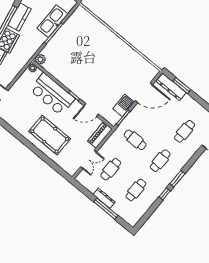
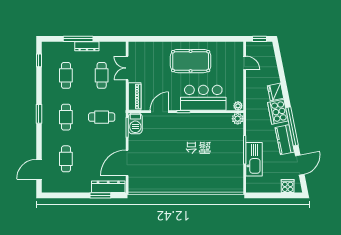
barbecue: (124, 105) -> (135, 123), moved
pool table: (50, 135) -> (191, 61), moved
window: (165, 194) -> (39, 60), moved

